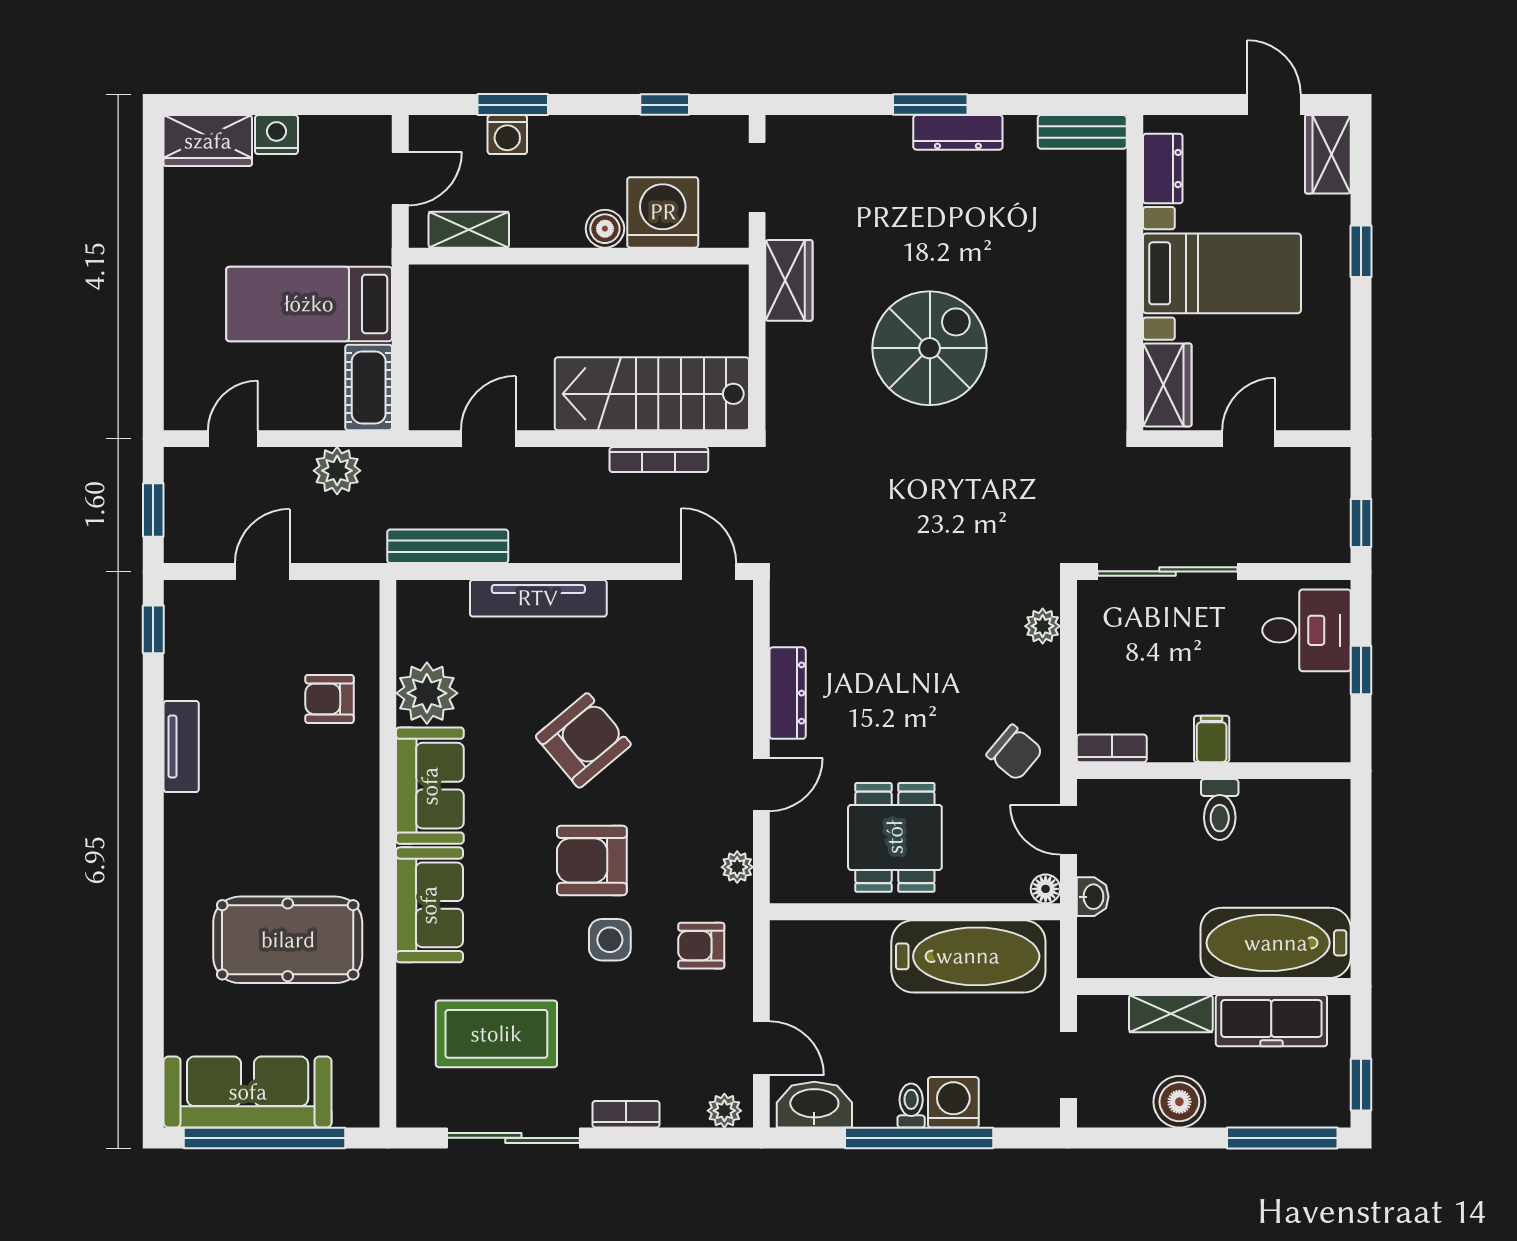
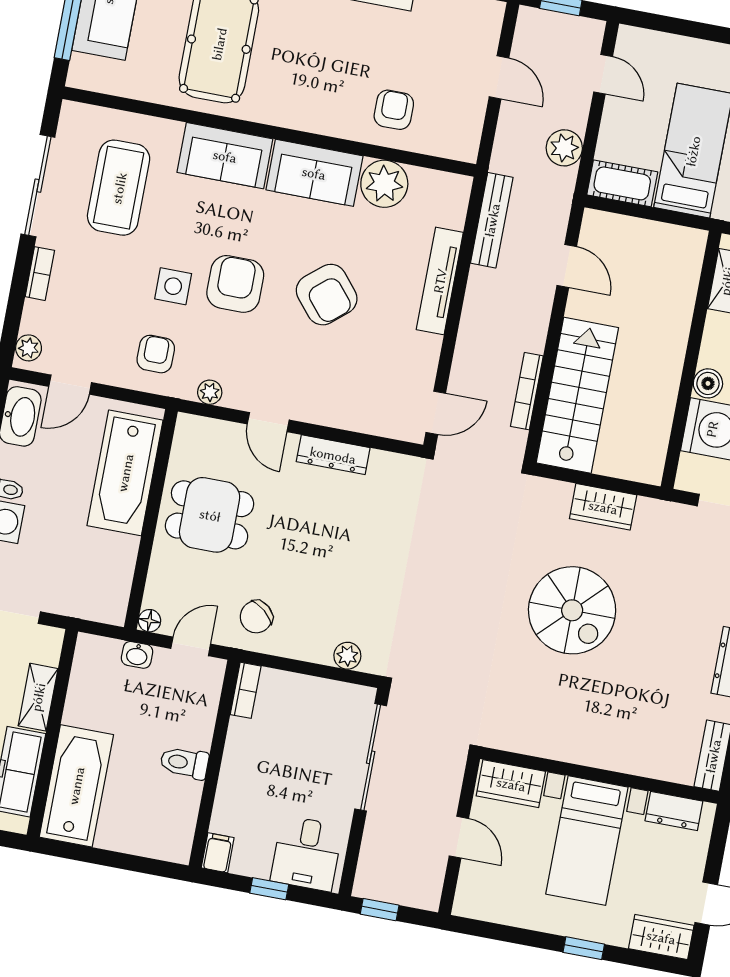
wardrobe: (789, 280) -> (603, 507), moved
filing cabinet: (1212, 739) -> (218, 853), moved, turned -90
bathtub: (968, 956) -> (125, 473), moved

